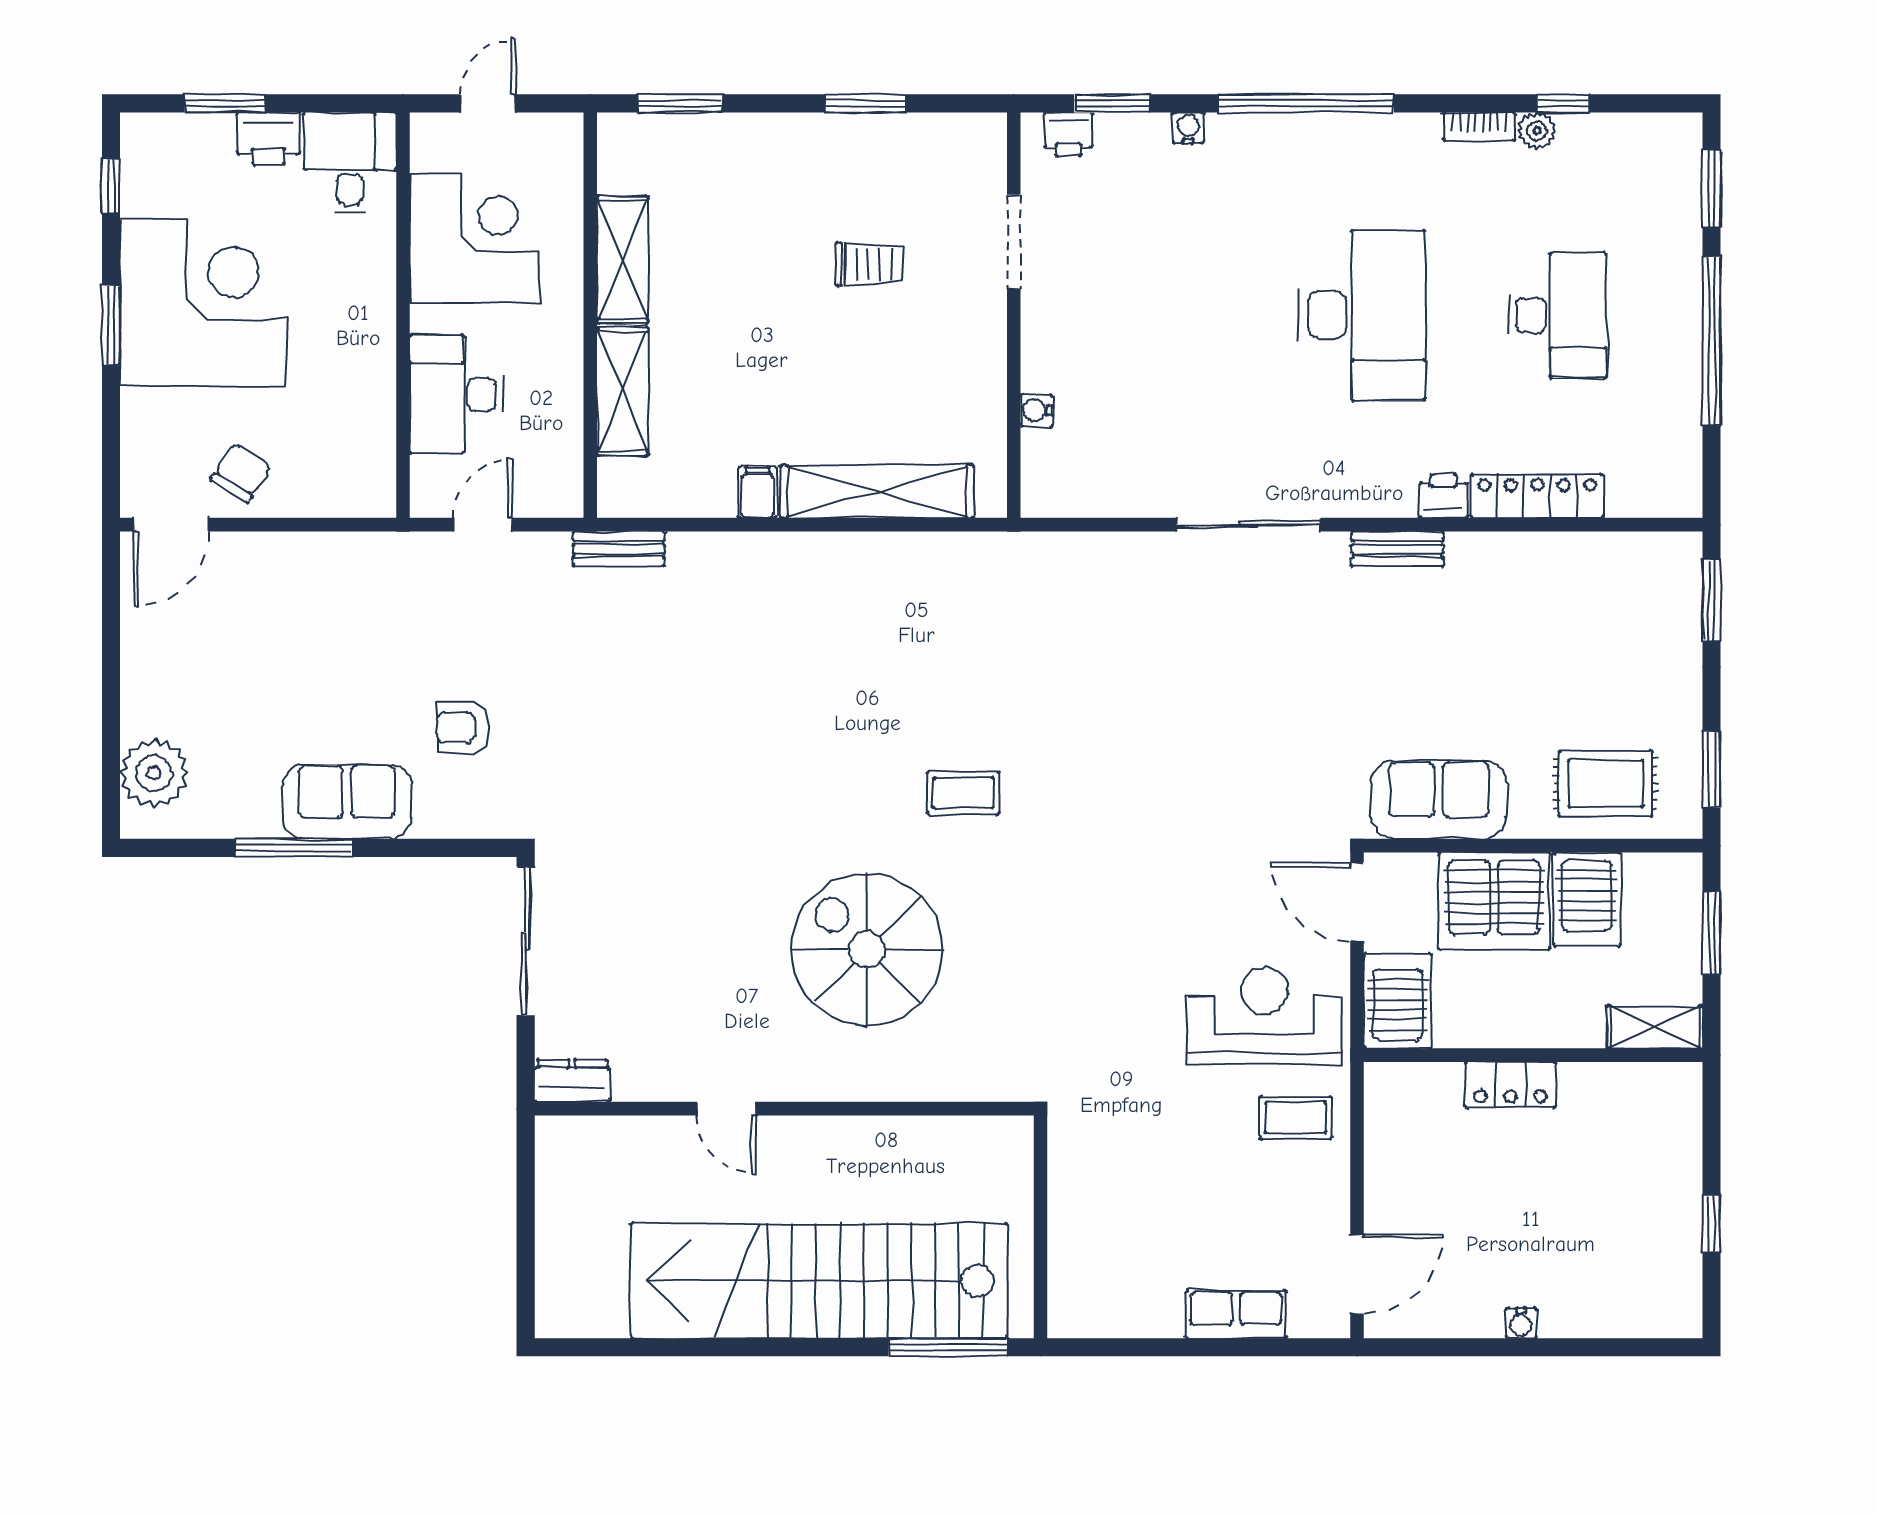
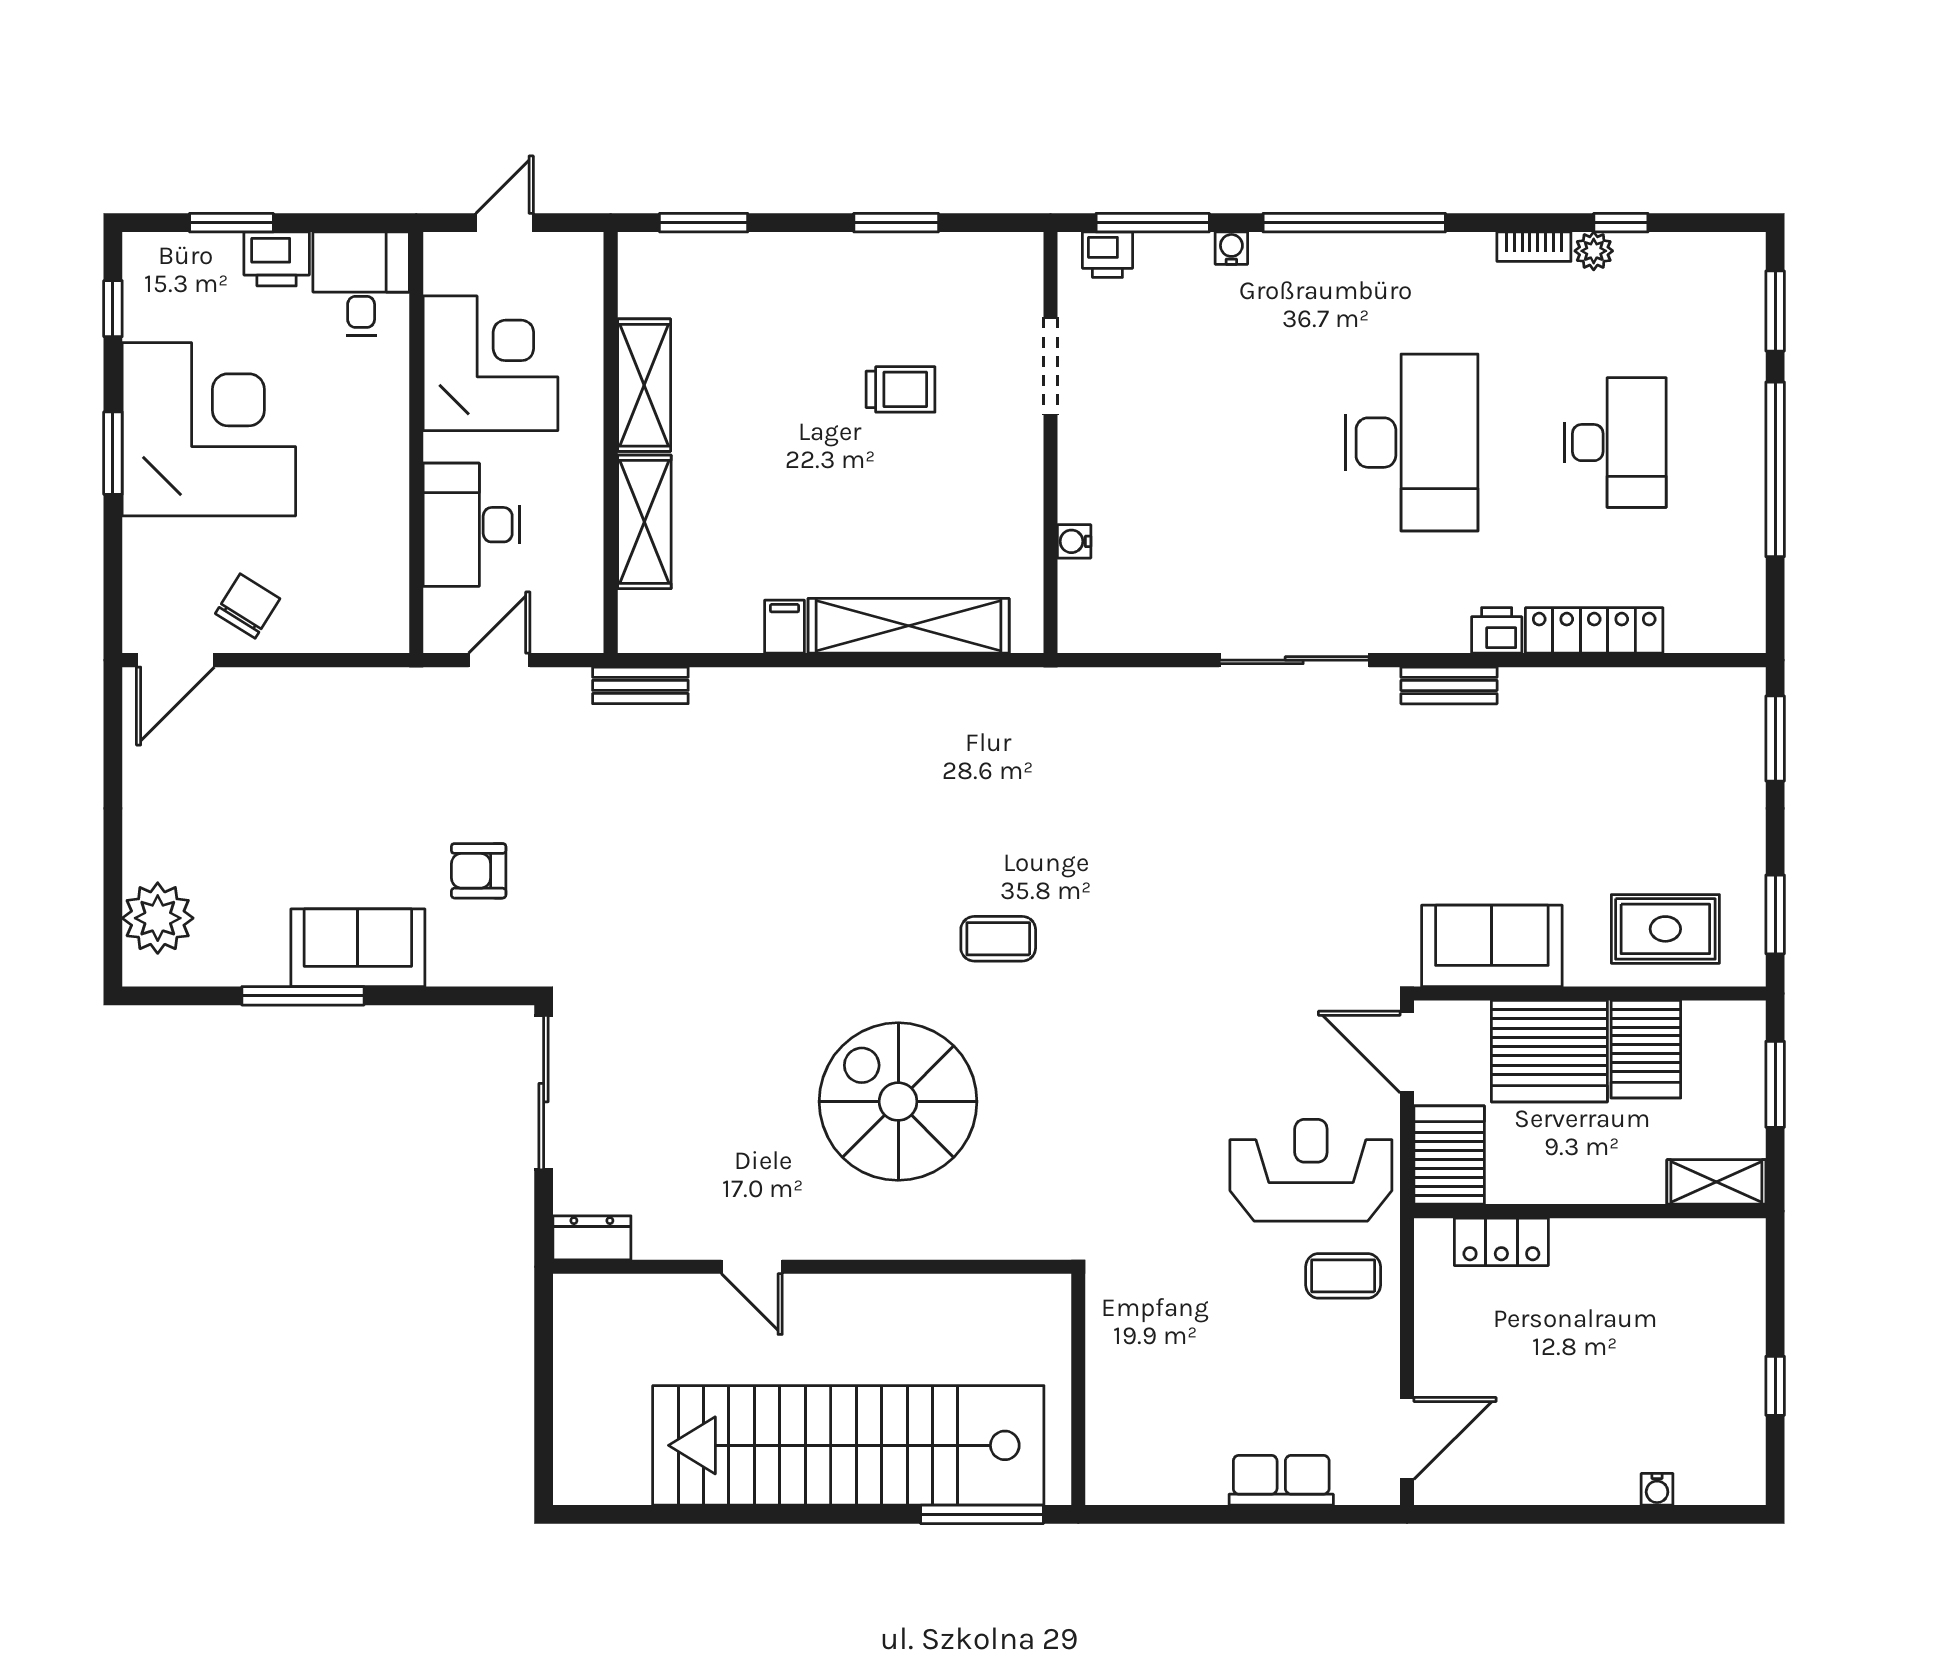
window: (1112, 103) -> (1153, 223), width x1.44
locker: (1510, 1085) -> (1501, 1242), moved
water cooler: (1521, 1323) -> (1657, 1489), moved

